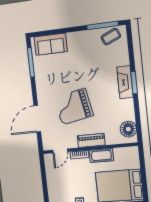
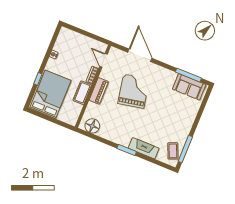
sofa: (51, 44) -> (189, 87), moved, turned -90
fireplace: (125, 82) -> (144, 148), moved

